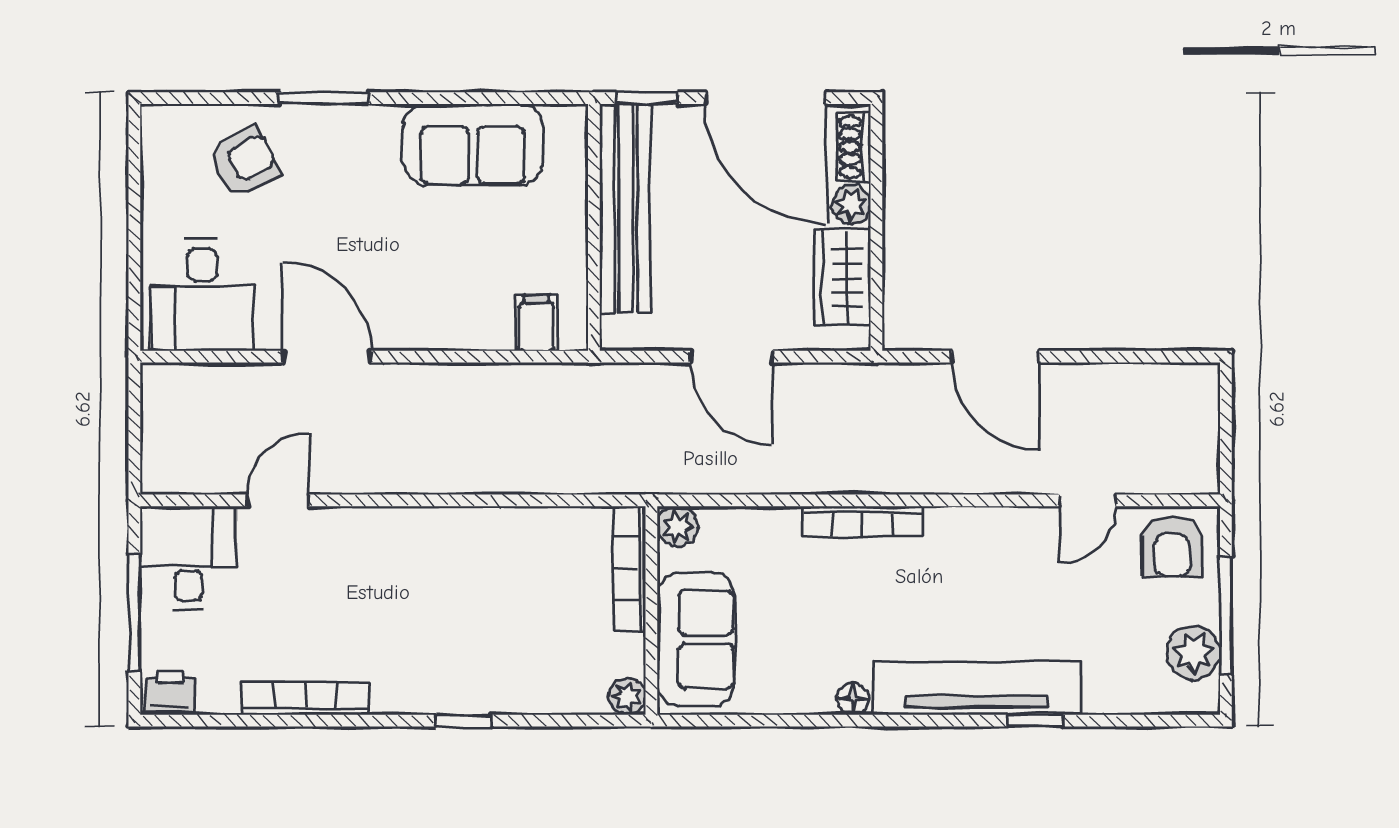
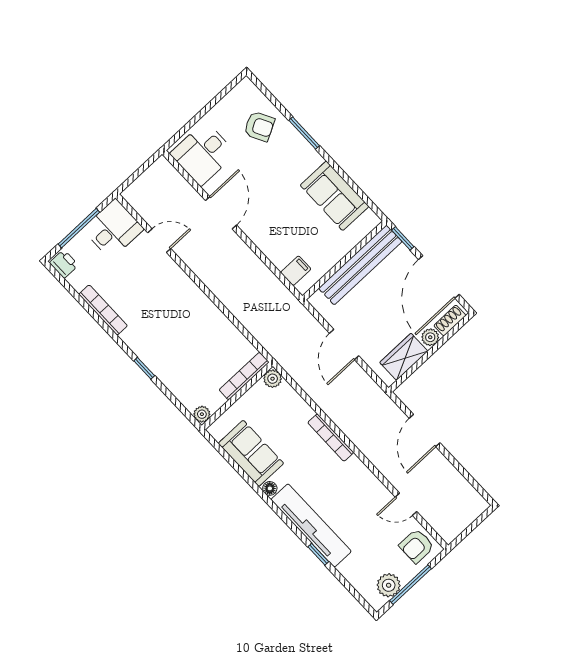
sofa: (696, 639) -> (251, 453), moved, turned -90

